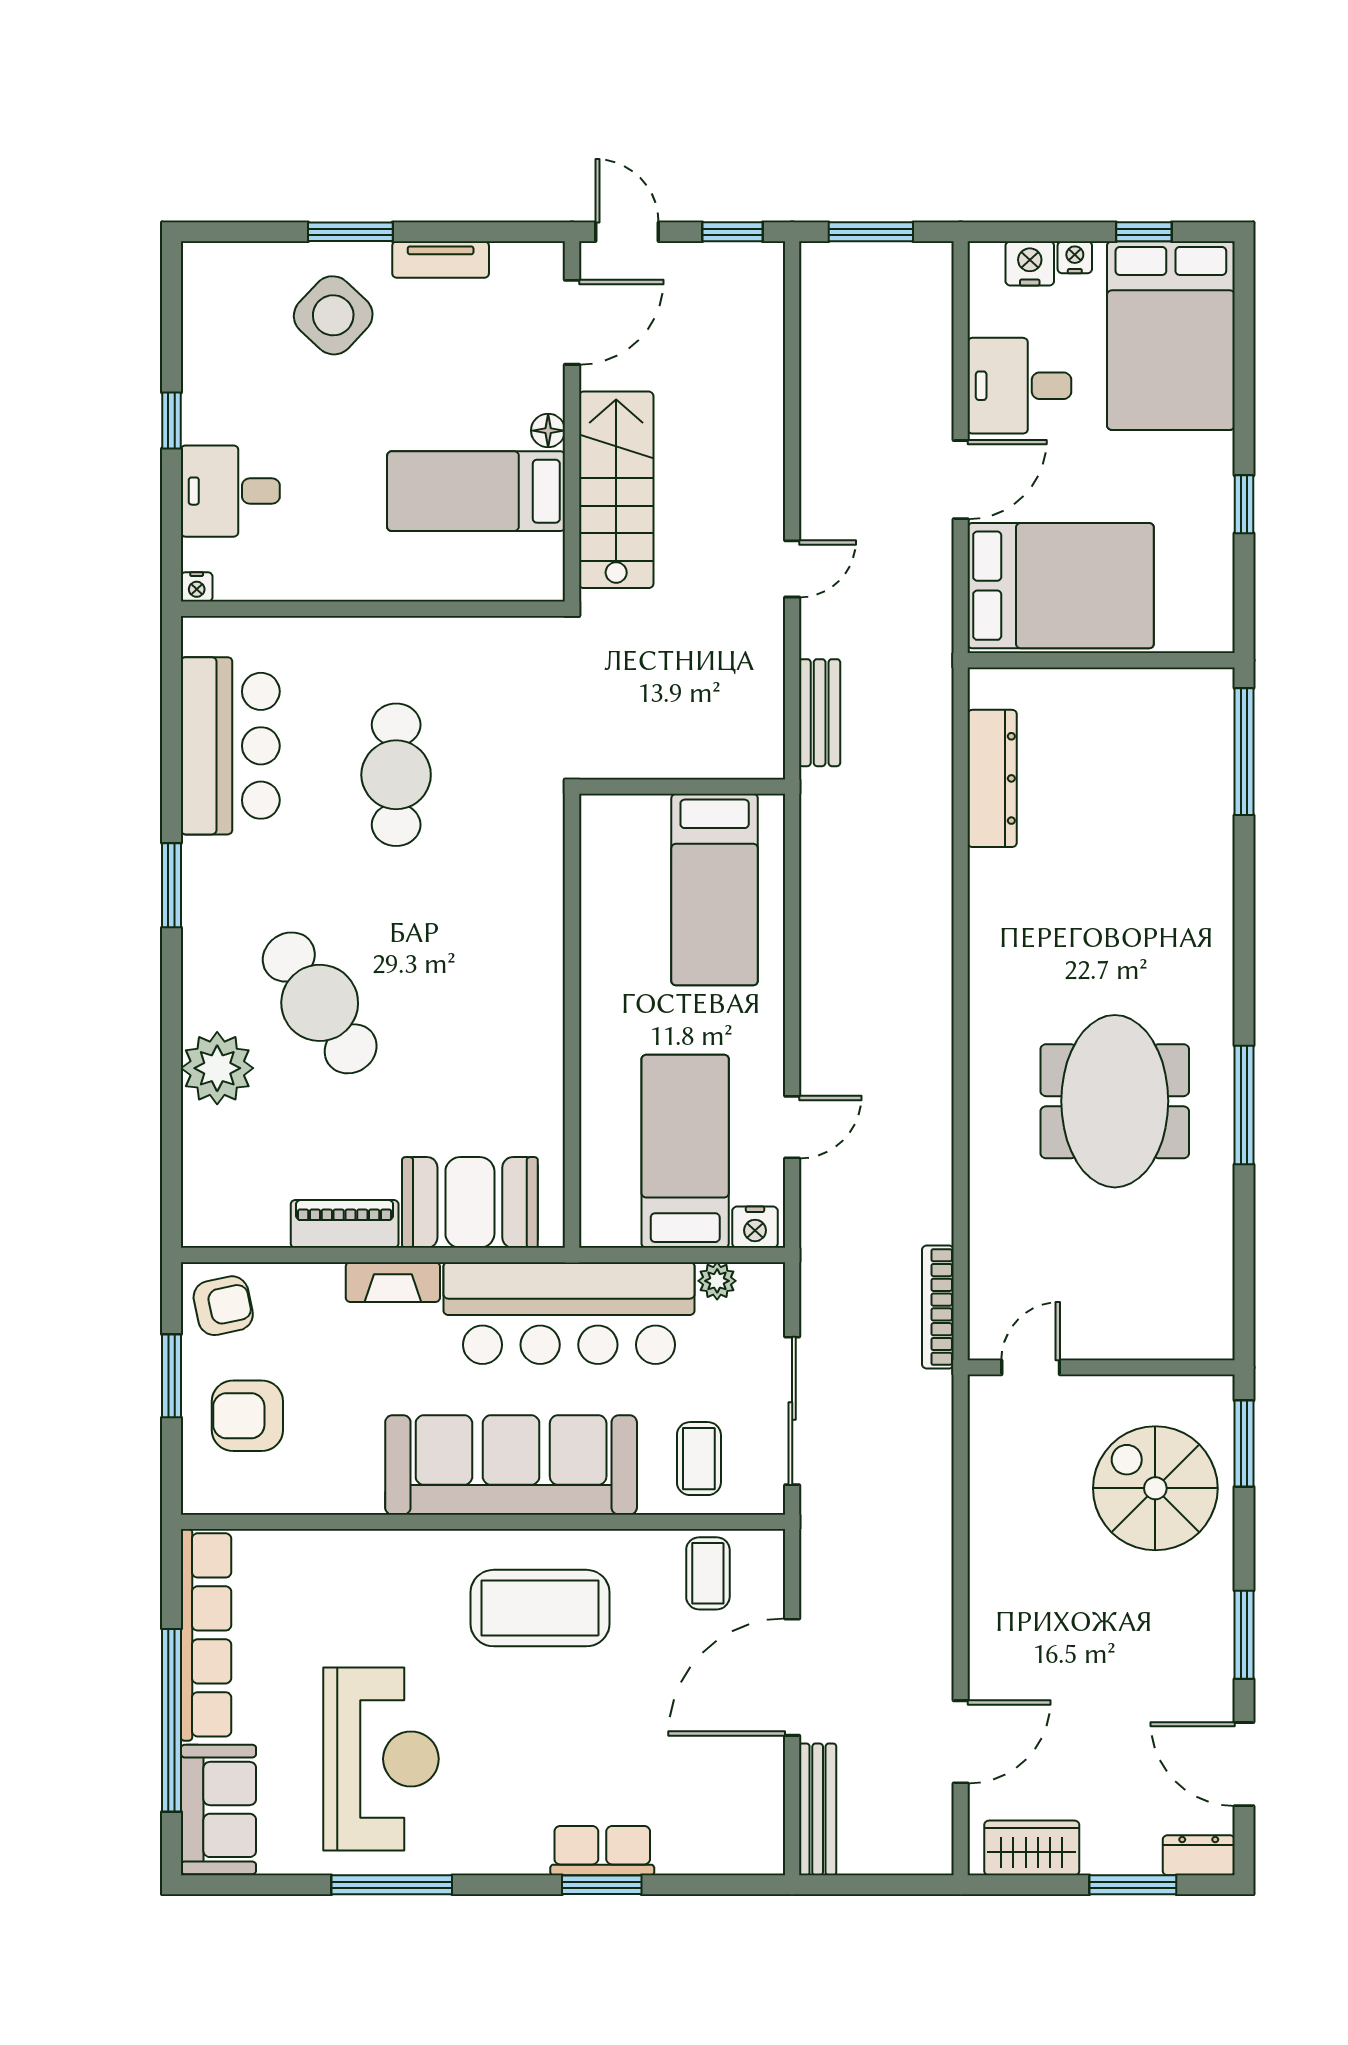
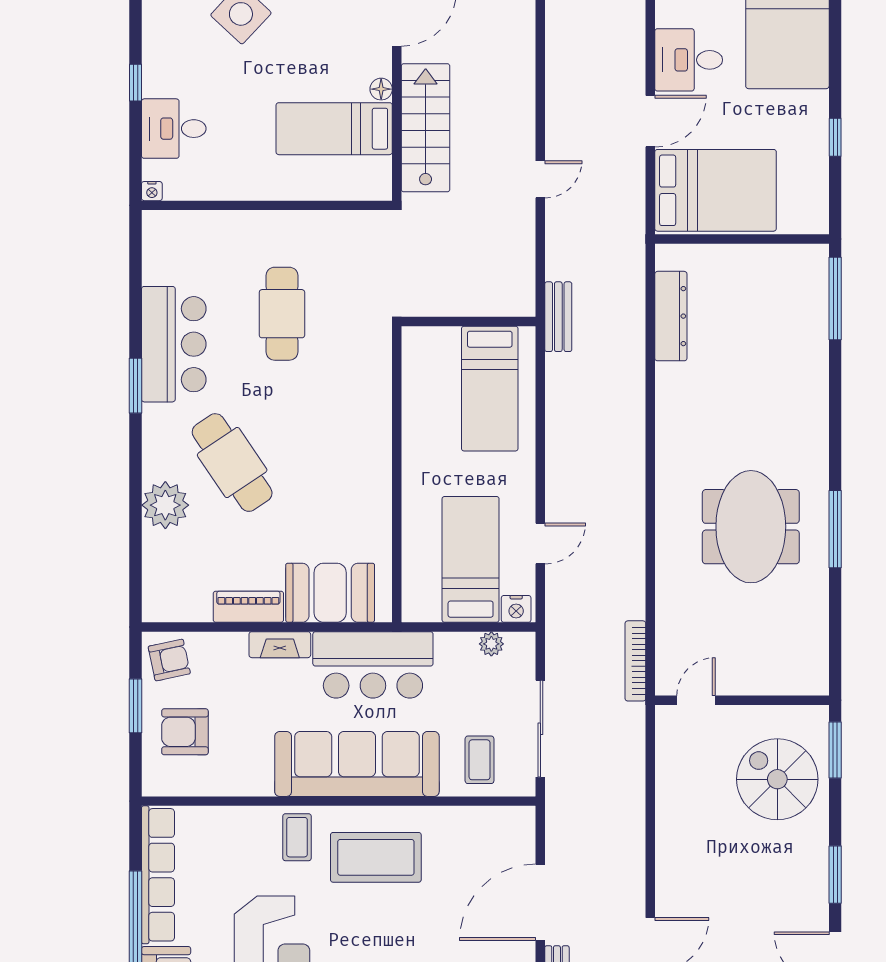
bench: (820, 713) -> (558, 317), moved
bar counter: (230, 746) -> (174, 344), moved
bar counter: (569, 1313) -> (373, 665), width x0.73
coffee table: (708, 1573) -> (297, 837), moved

